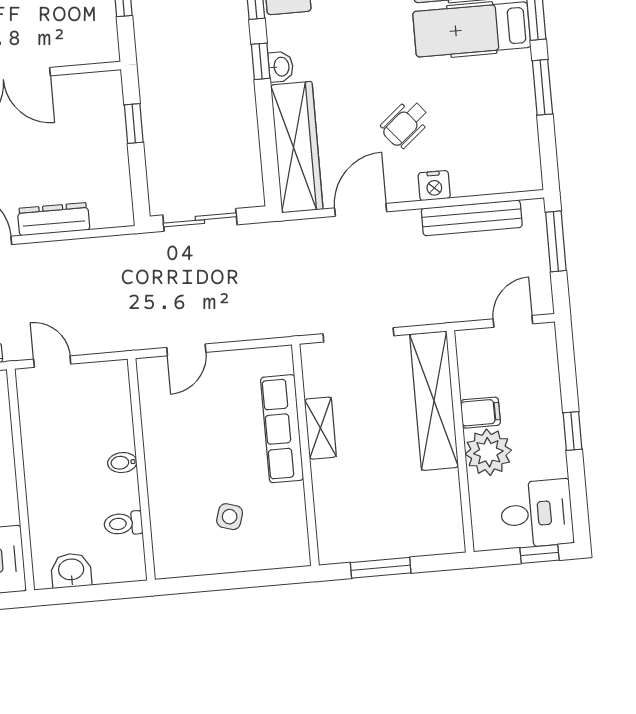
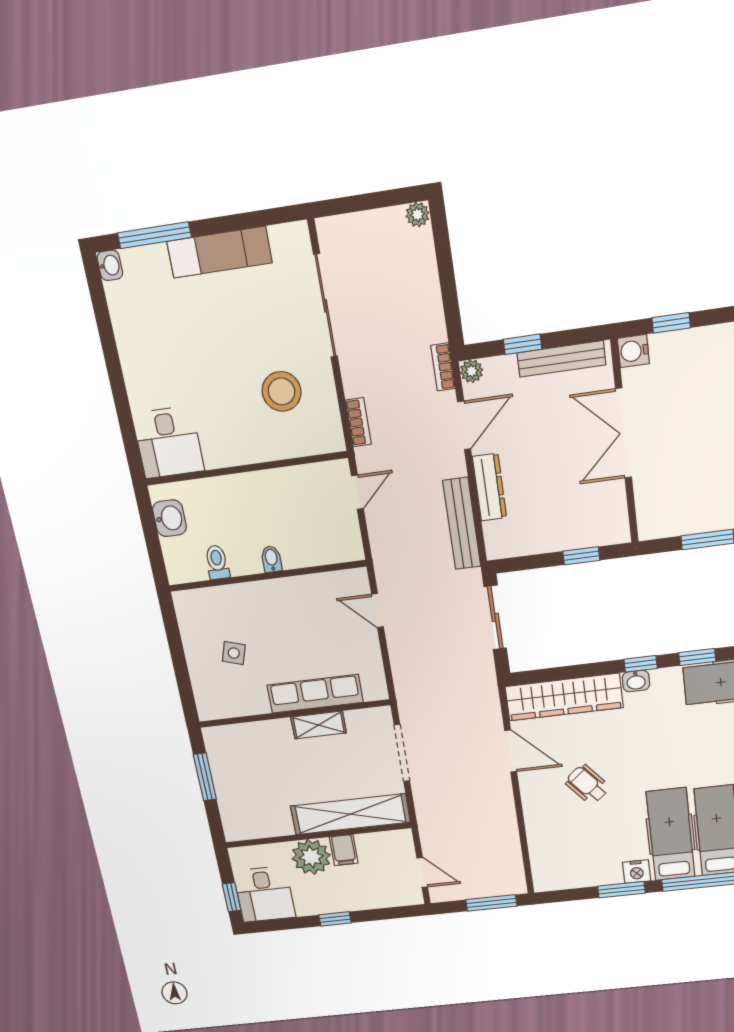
nightstand: (434, 186) -> (637, 872), moved, turned -90
bench: (472, 218) -> (462, 524), moved

